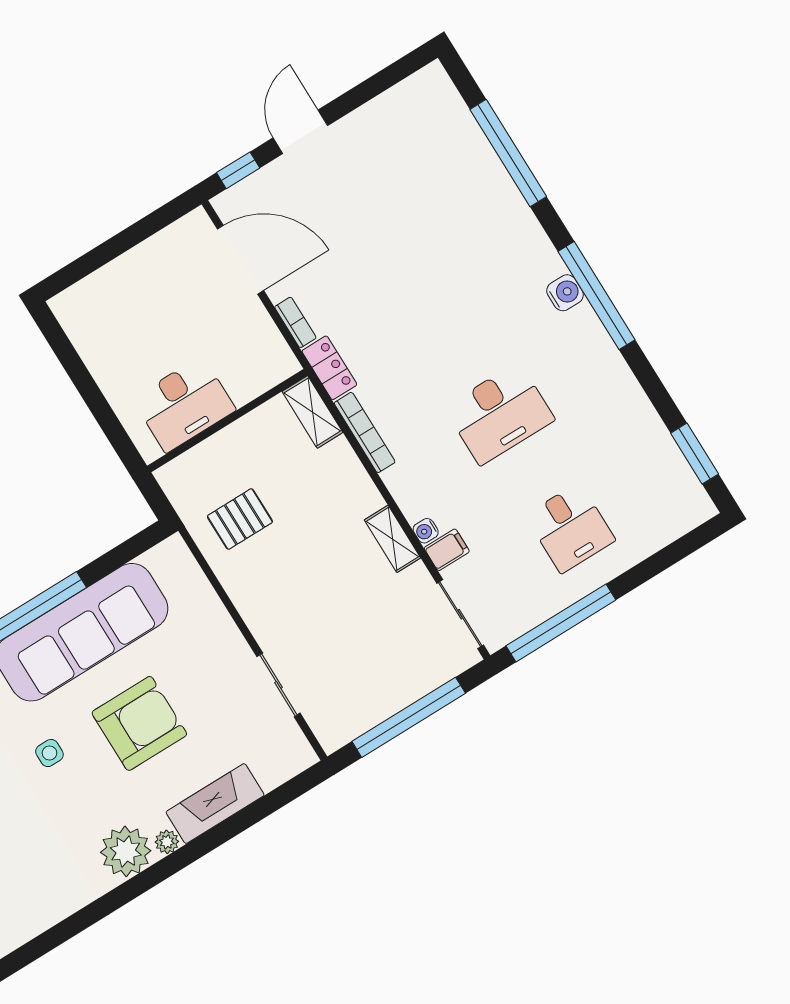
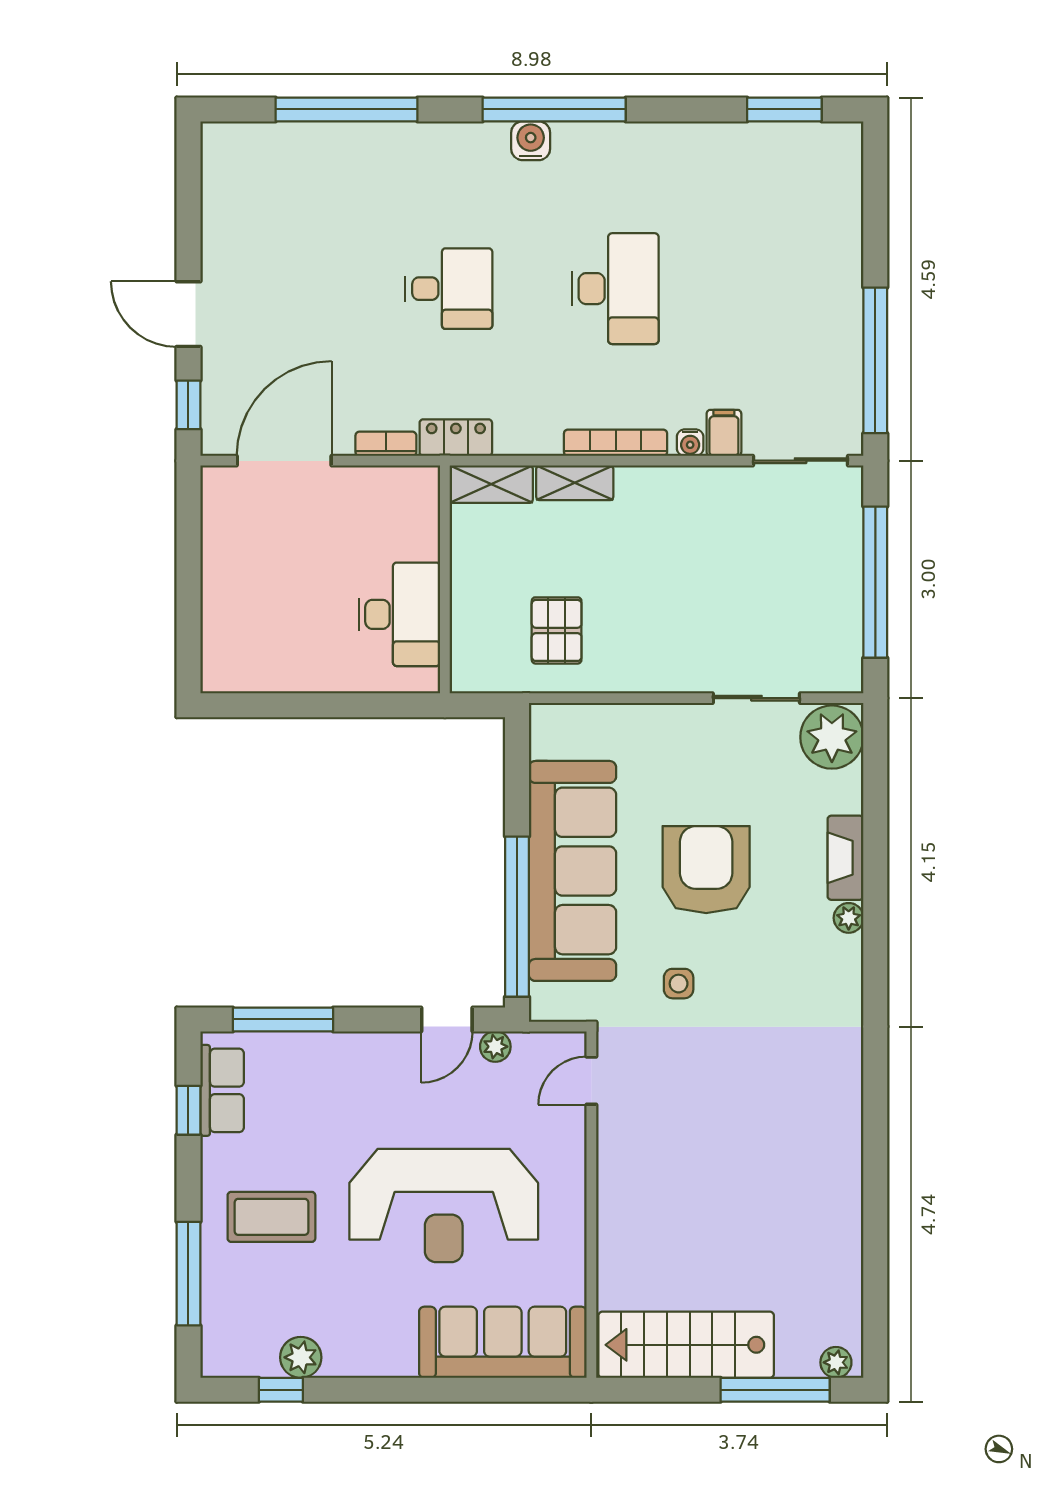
bookcase: (365, 432) -> (616, 443), moved
desk: (570, 528) -> (449, 289), moved
shelving: (392, 539) -> (575, 483), moved
fireplace: (215, 804) -> (846, 858), width x0.73, depth x0.76
plant: (126, 851) -> (832, 737), moved

